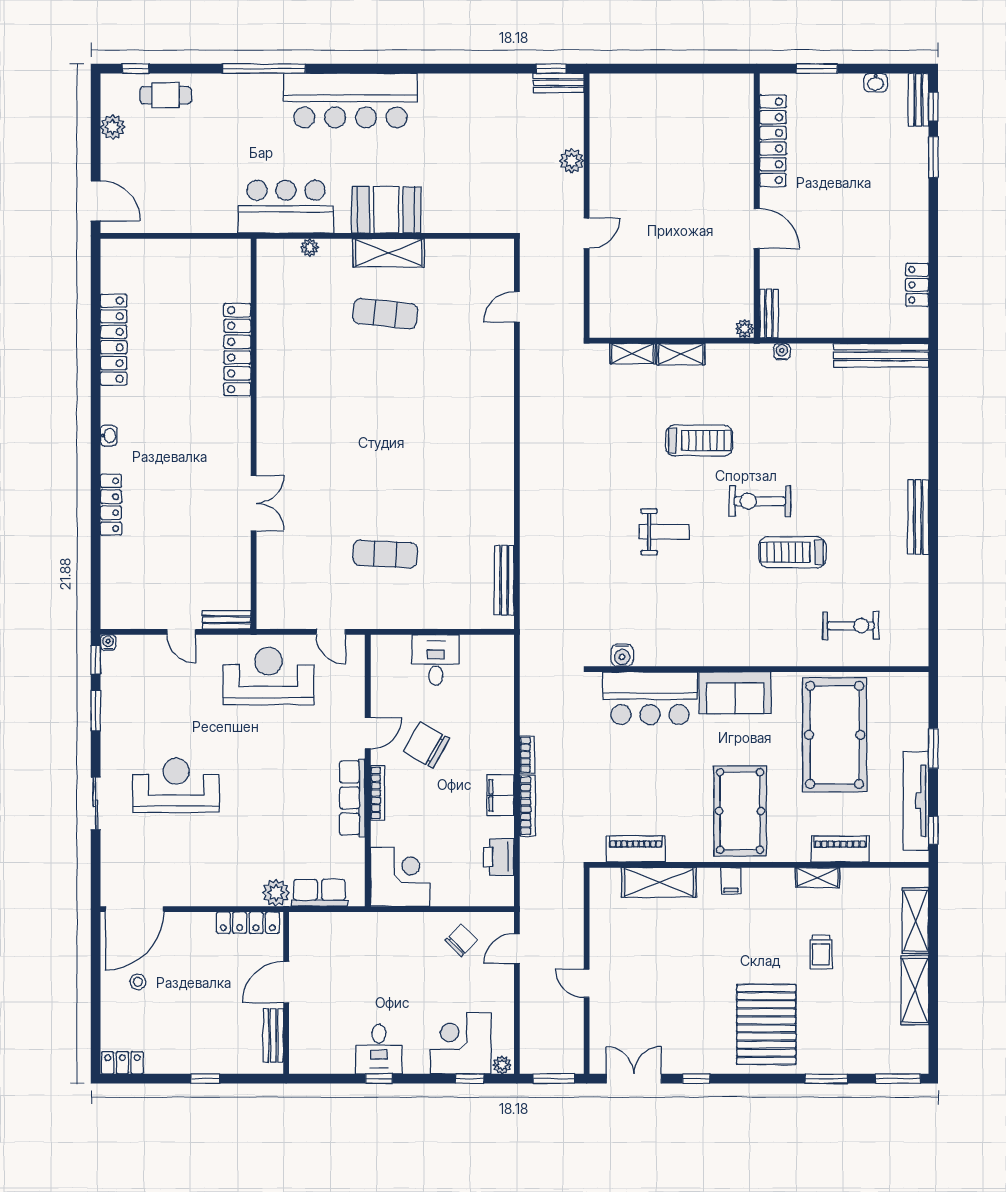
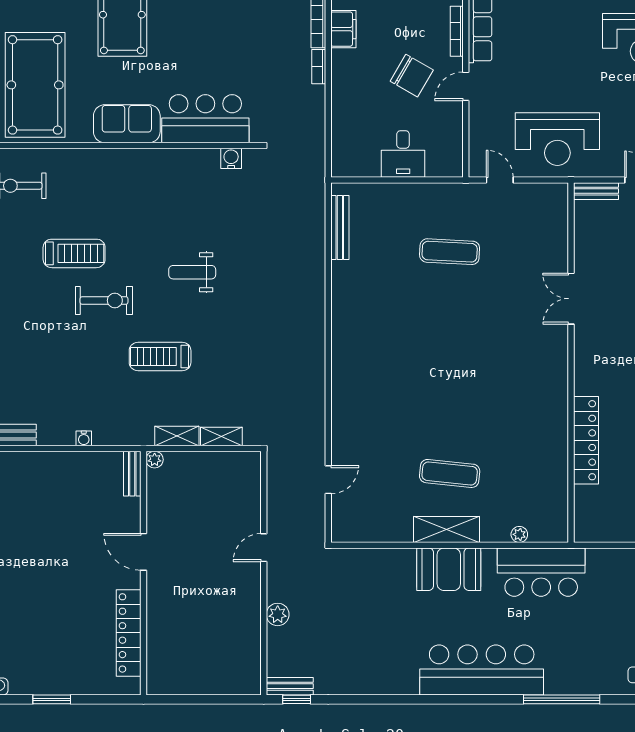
locker: (773, 141) -> (129, 633), moved
wall: (757, 206) -> (143, 573), moved
door: (757, 229) -> (143, 552), moved
bench: (769, 314) -> (132, 474), moved
plant: (745, 329) -> (155, 460), moved

